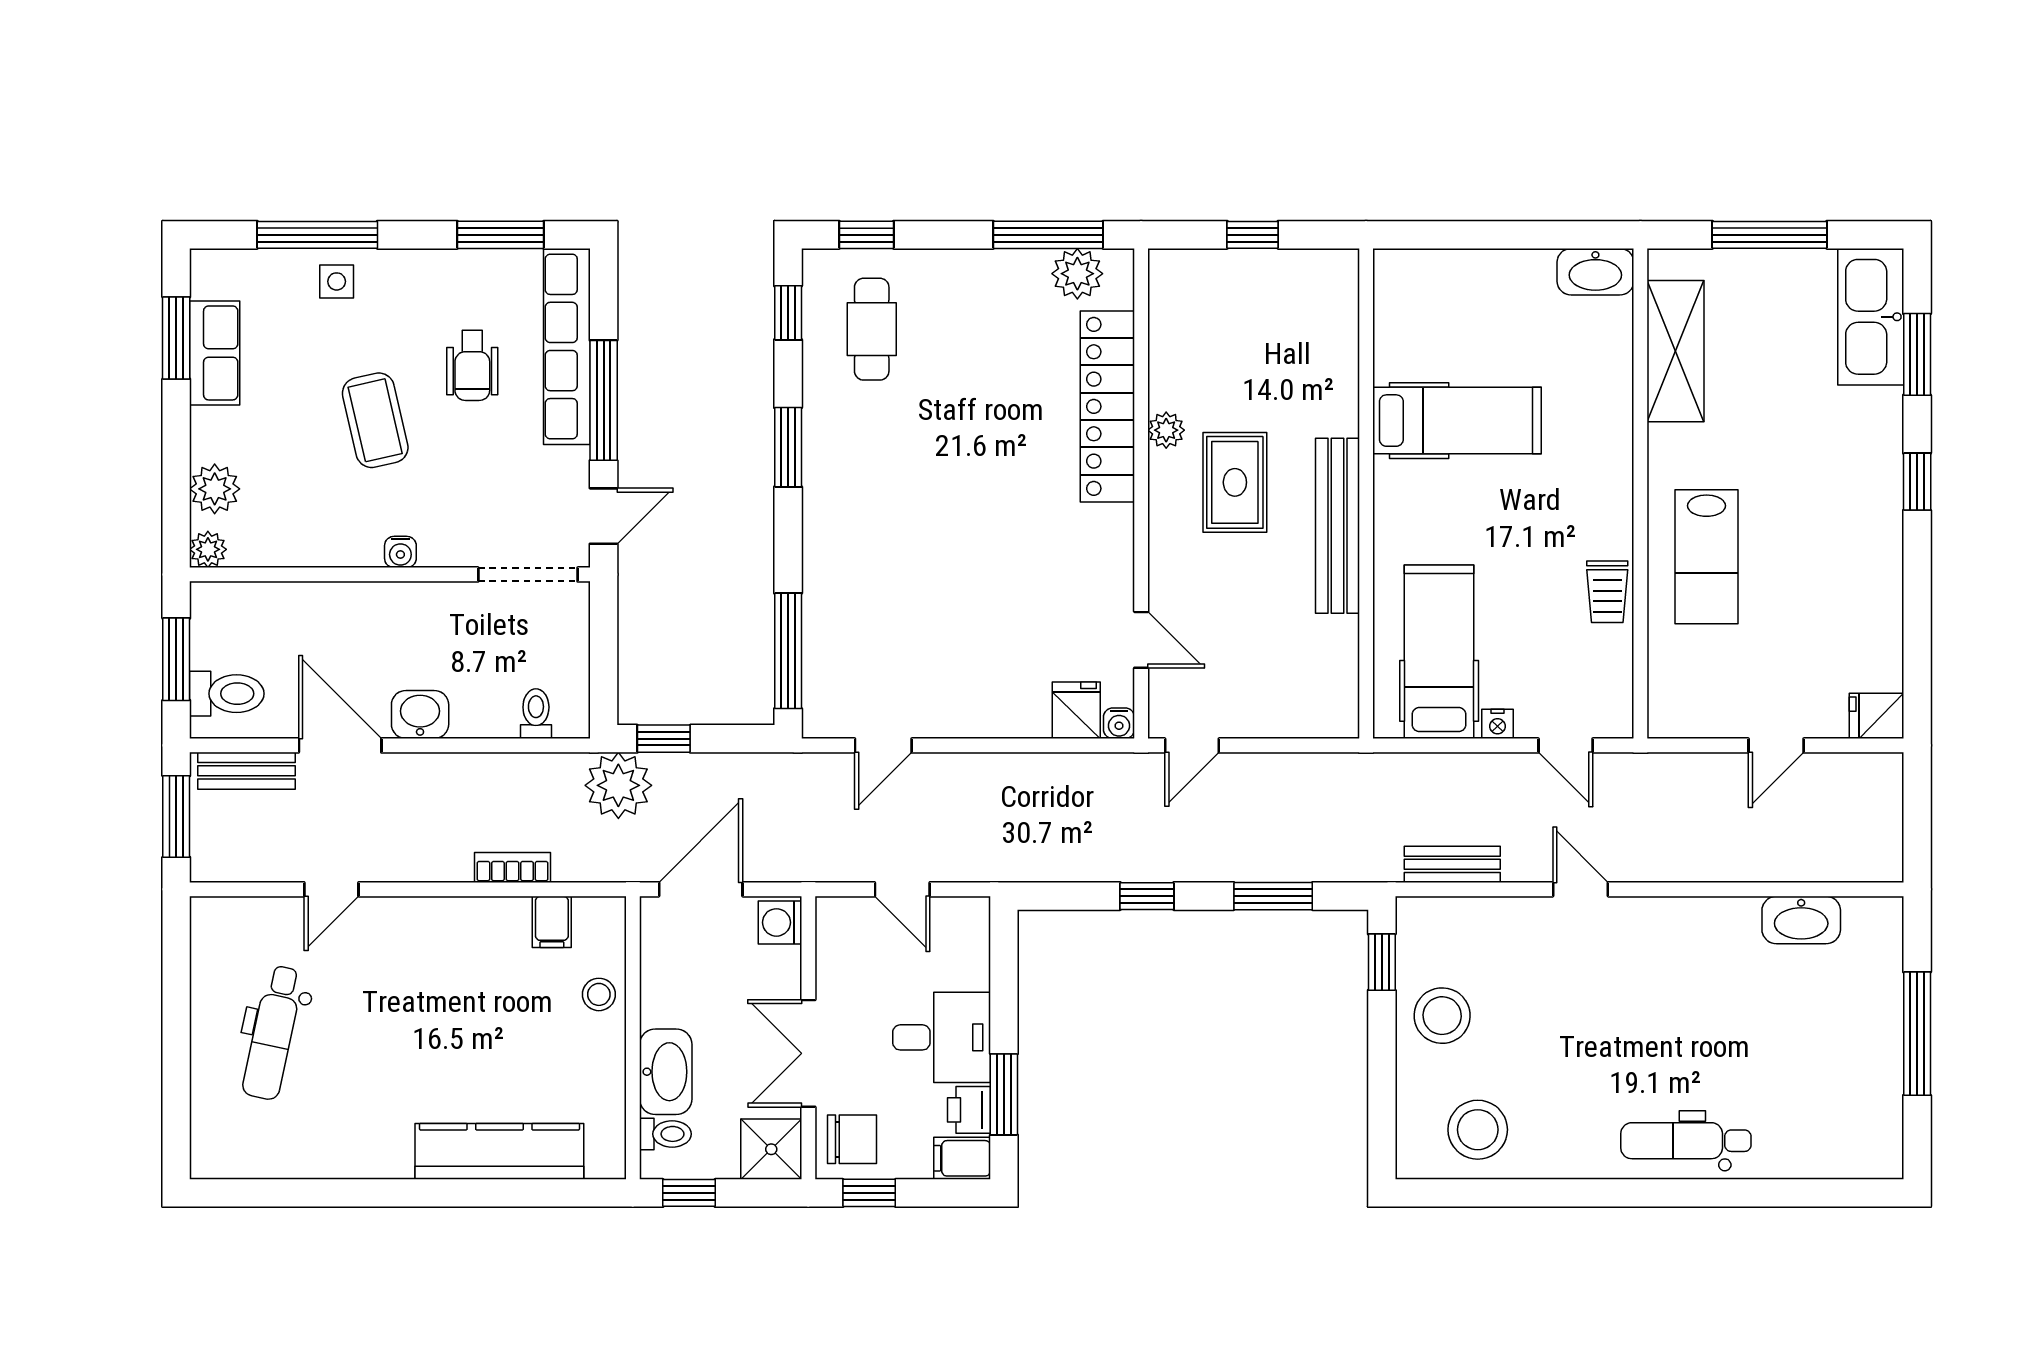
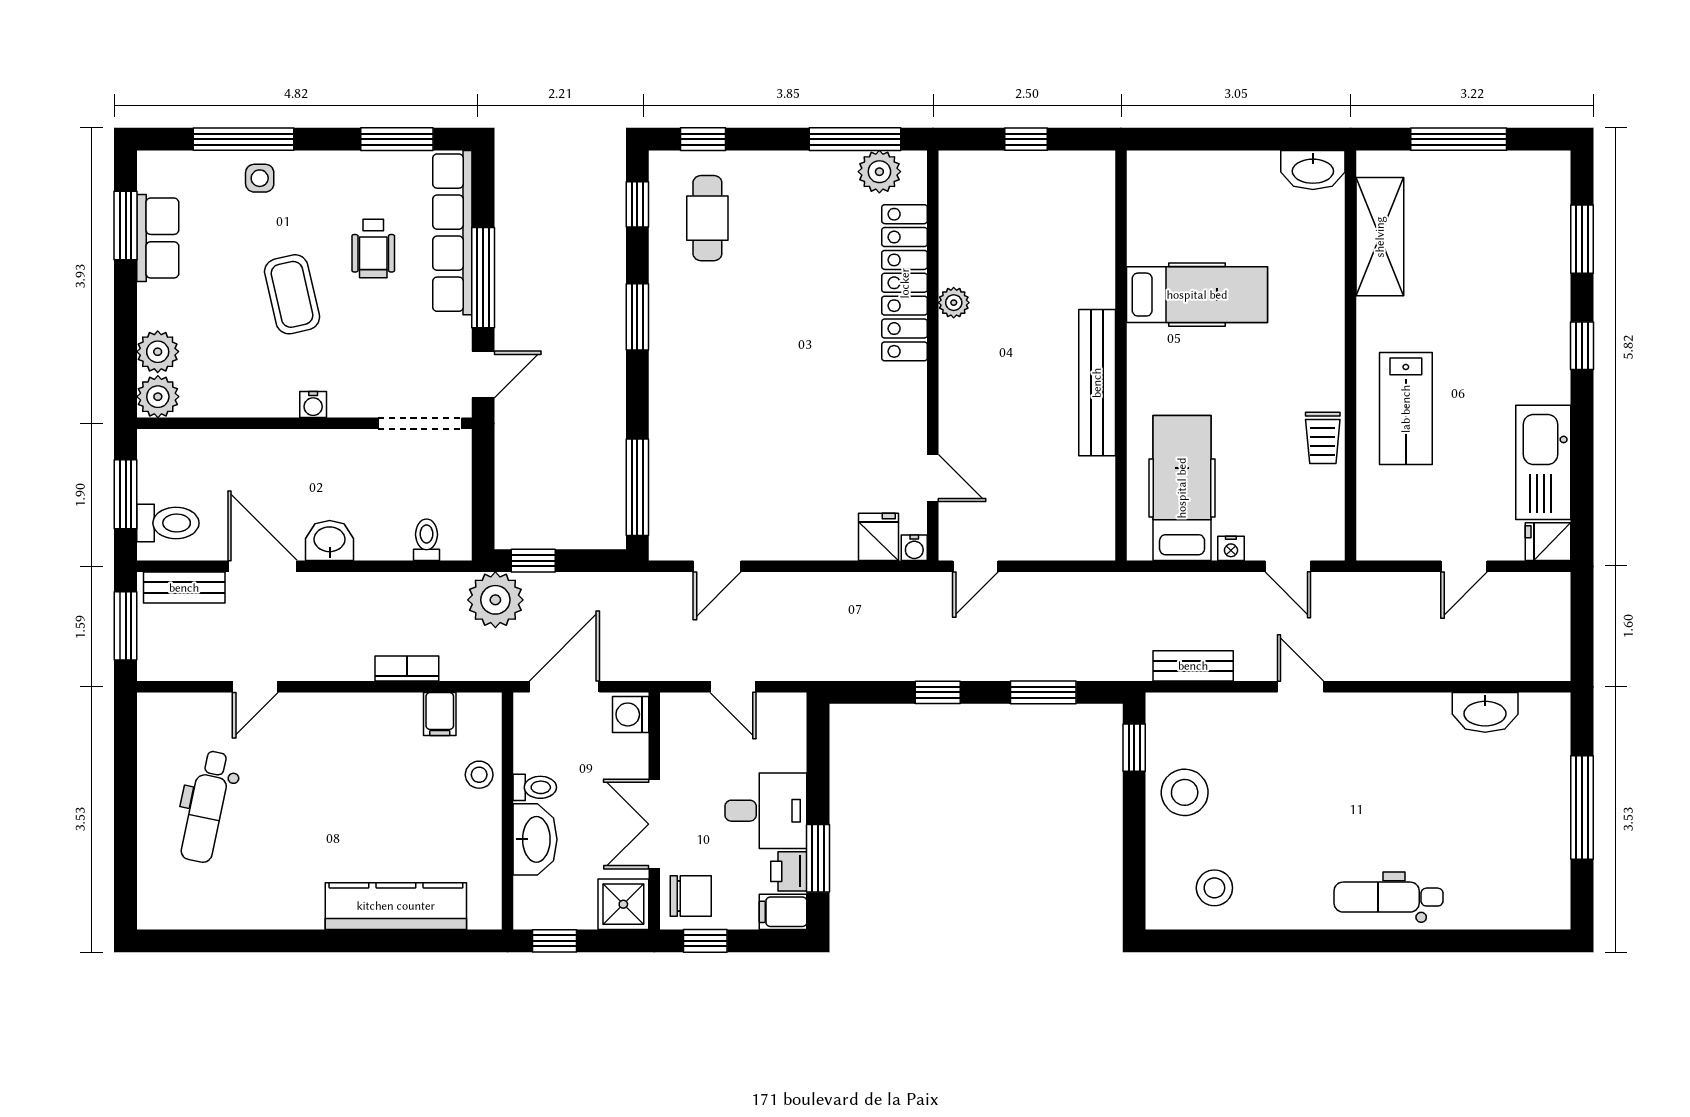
kitchen sink: (1871, 317) -> (1543, 462), moved
rug: (1235, 482) -> (1011, 346), removed
plant: (208, 549) -> (158, 397), width x1.38, depth x1.38
stool: (1478, 1130) -> (1214, 888), width x0.73, depth x0.73
toilet: (665, 1134) -> (535, 787), moved

